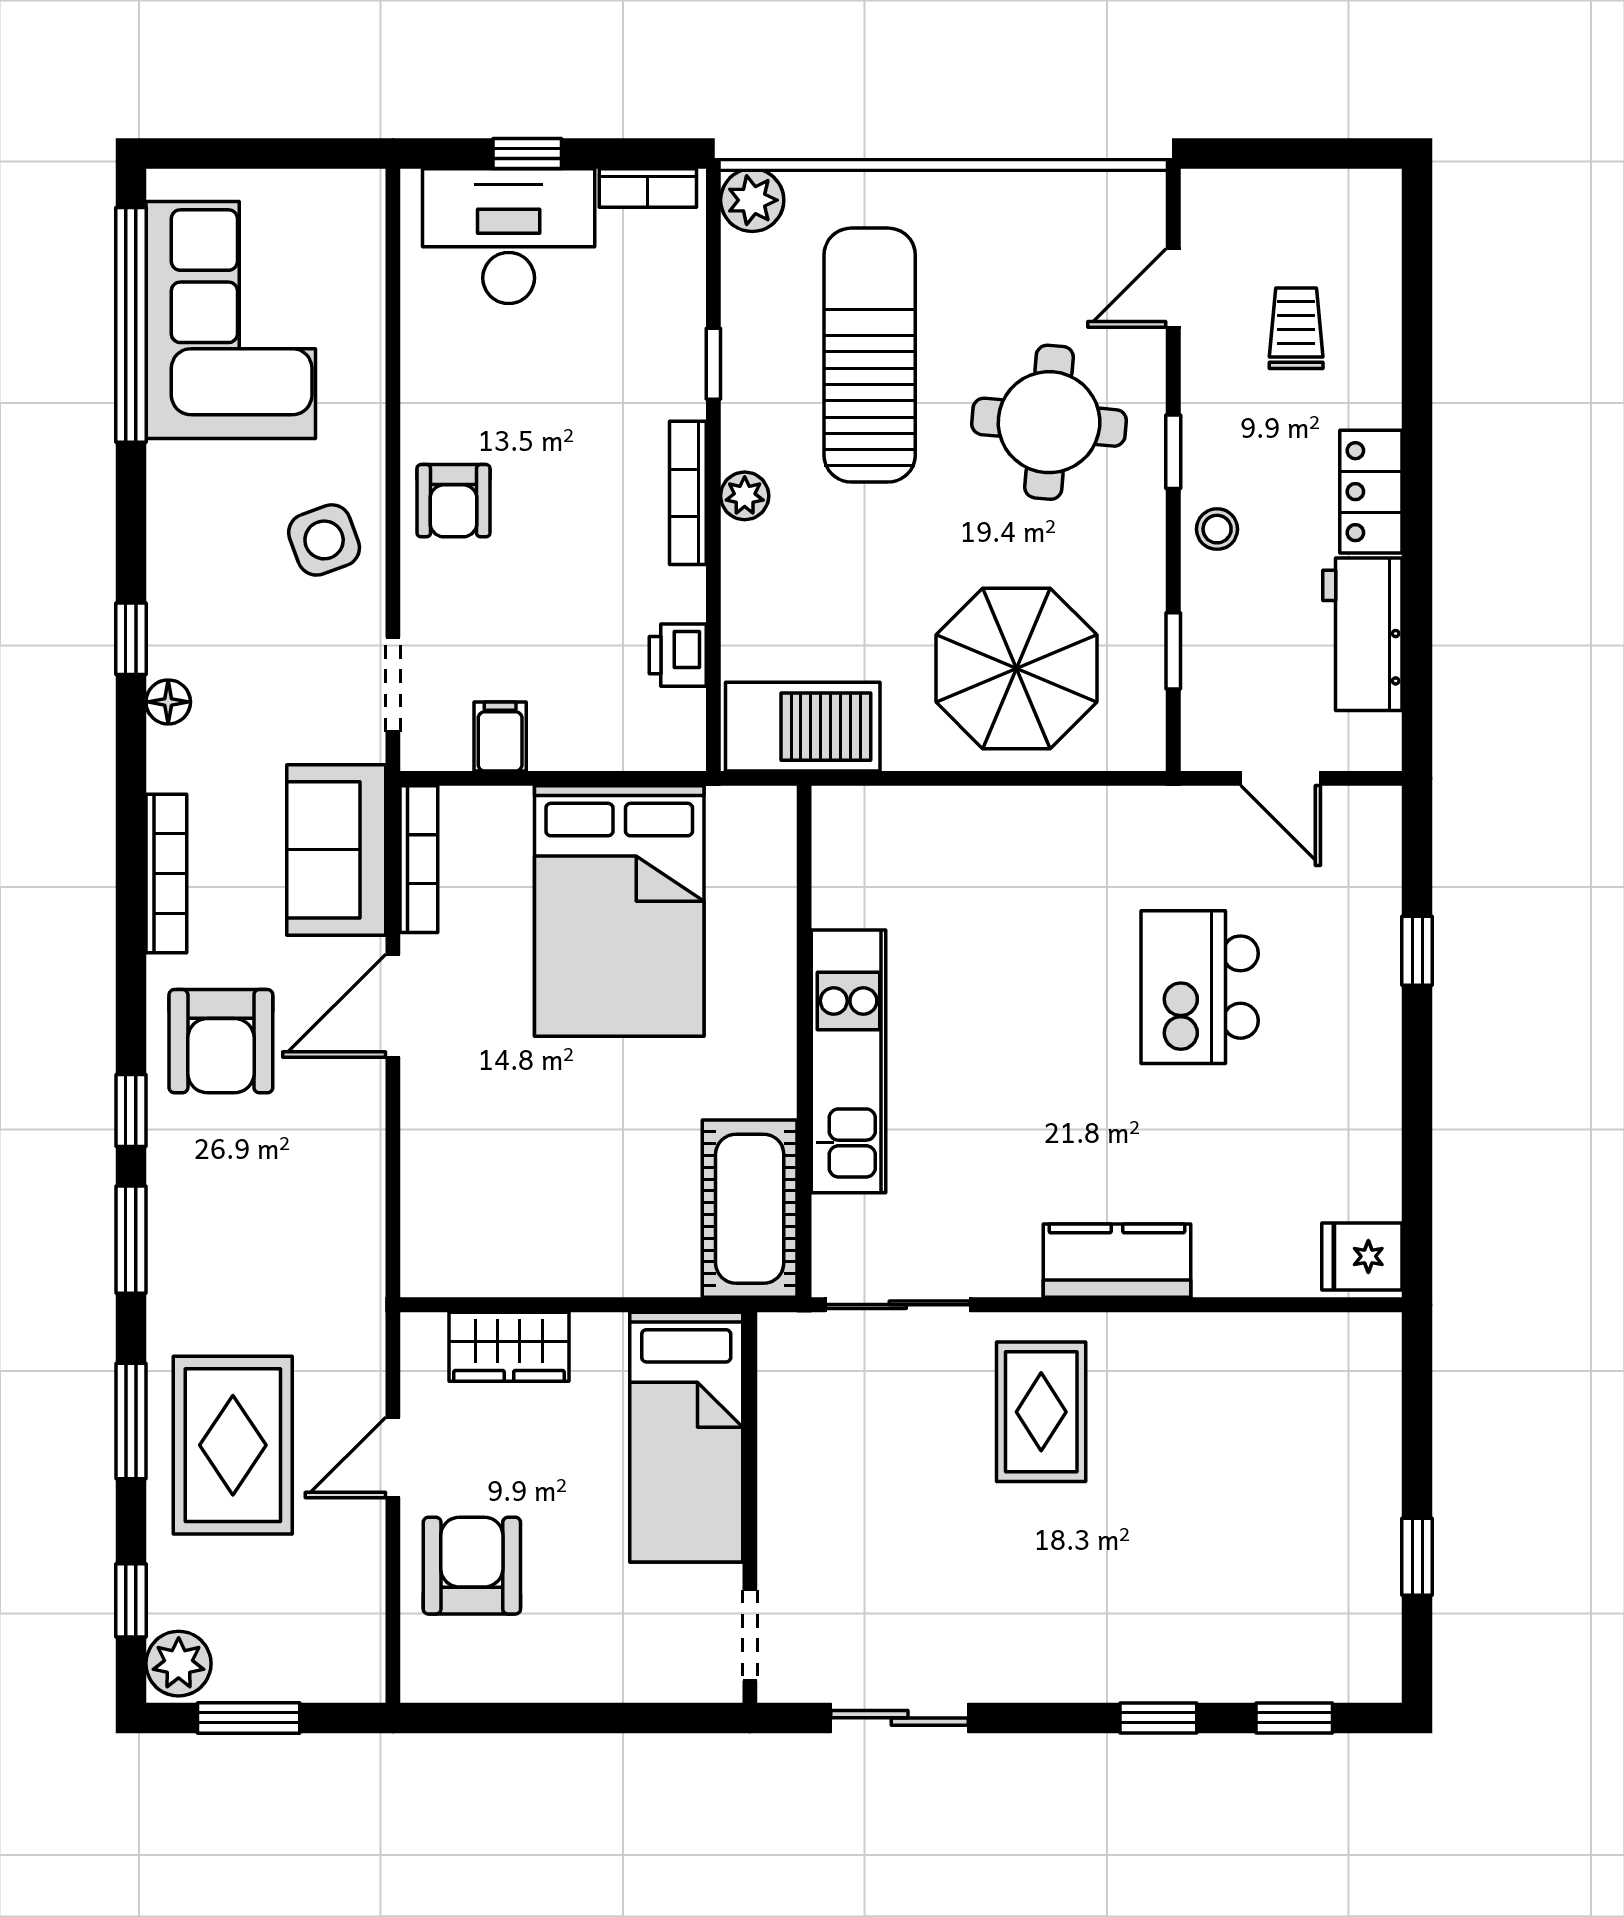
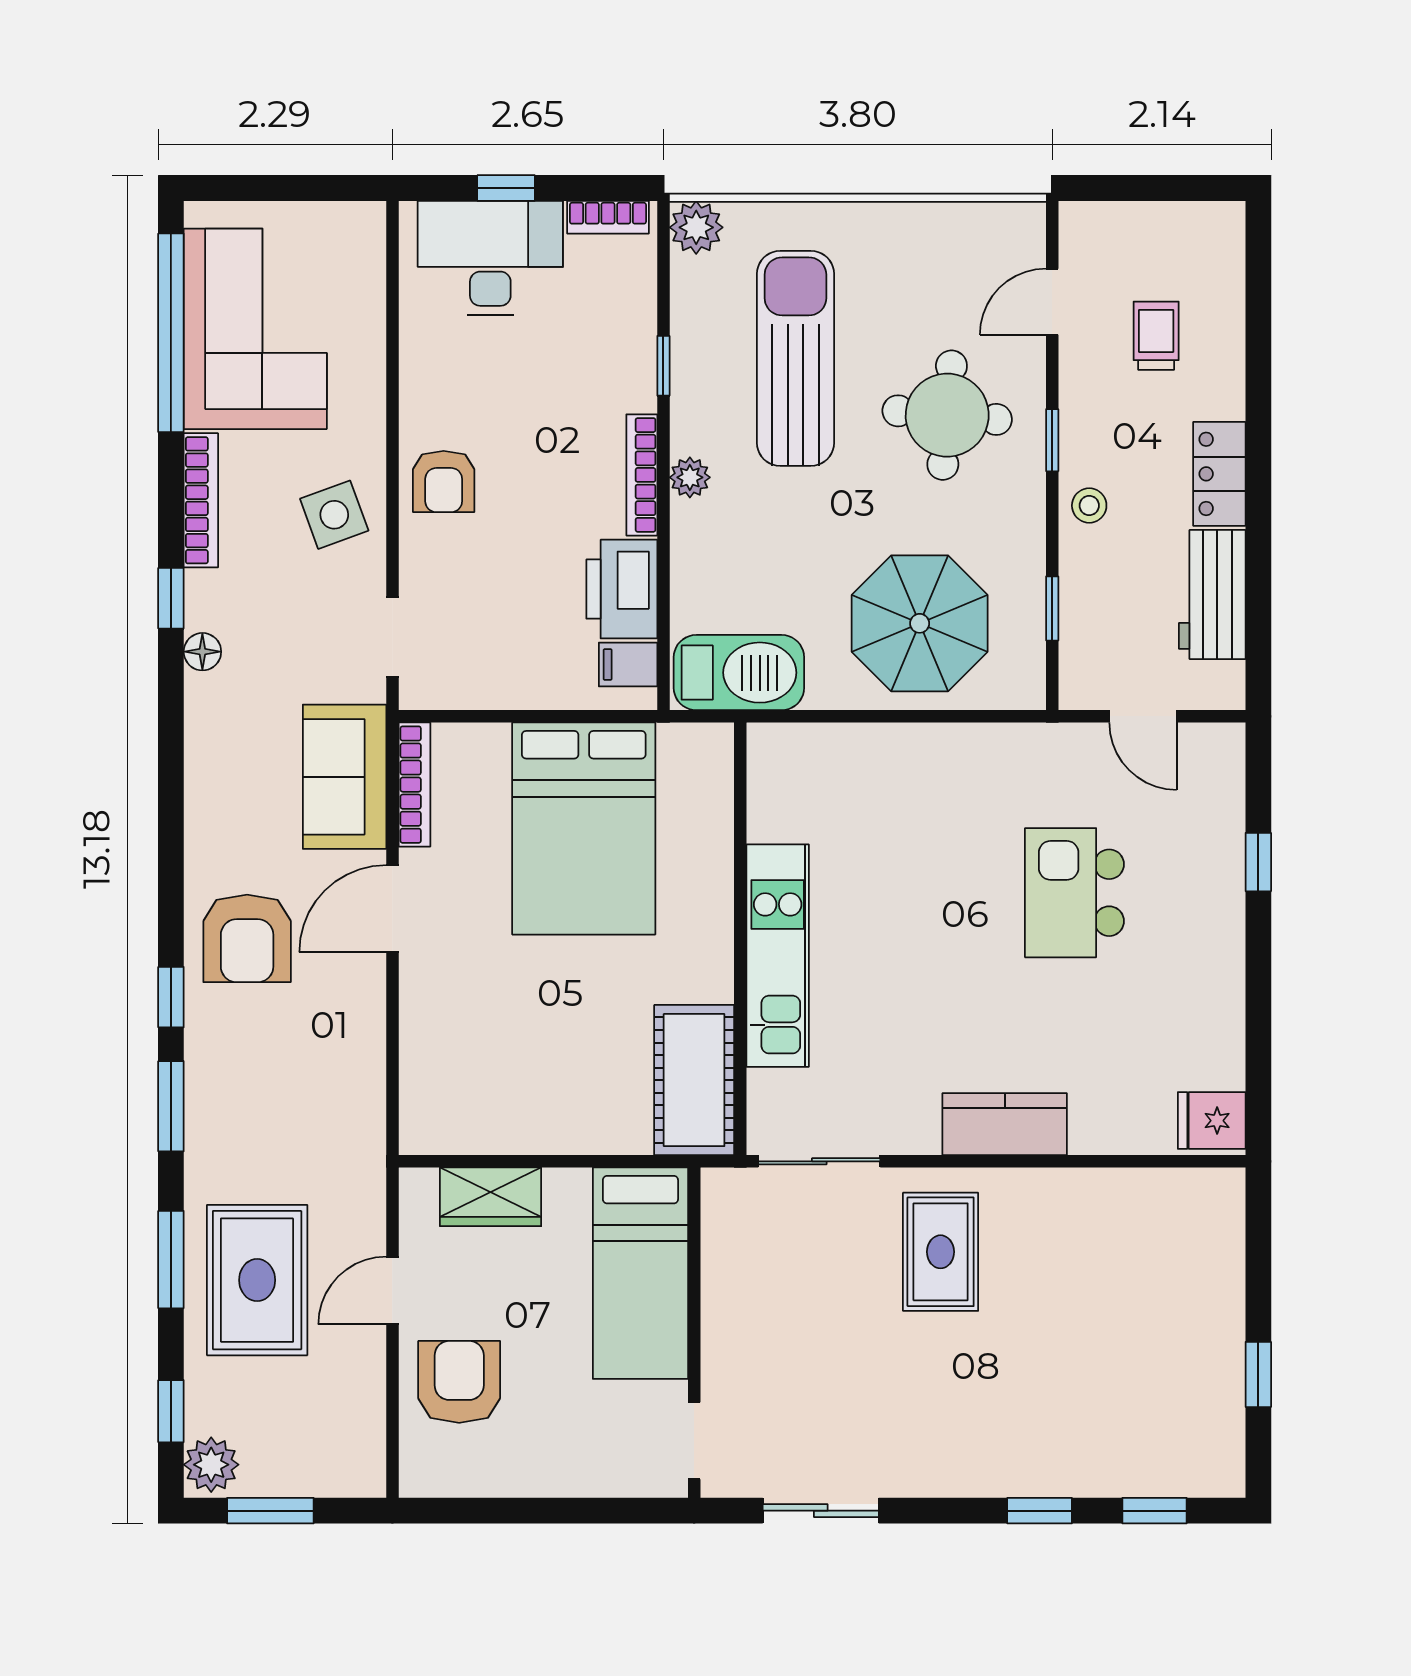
printer: (678, 655) -> (622, 589), width x1.87, depth x1.48
filing cabinet: (500, 737) -> (628, 665), moved, turned -90
bookcase: (166, 874) -> (201, 500), moved

